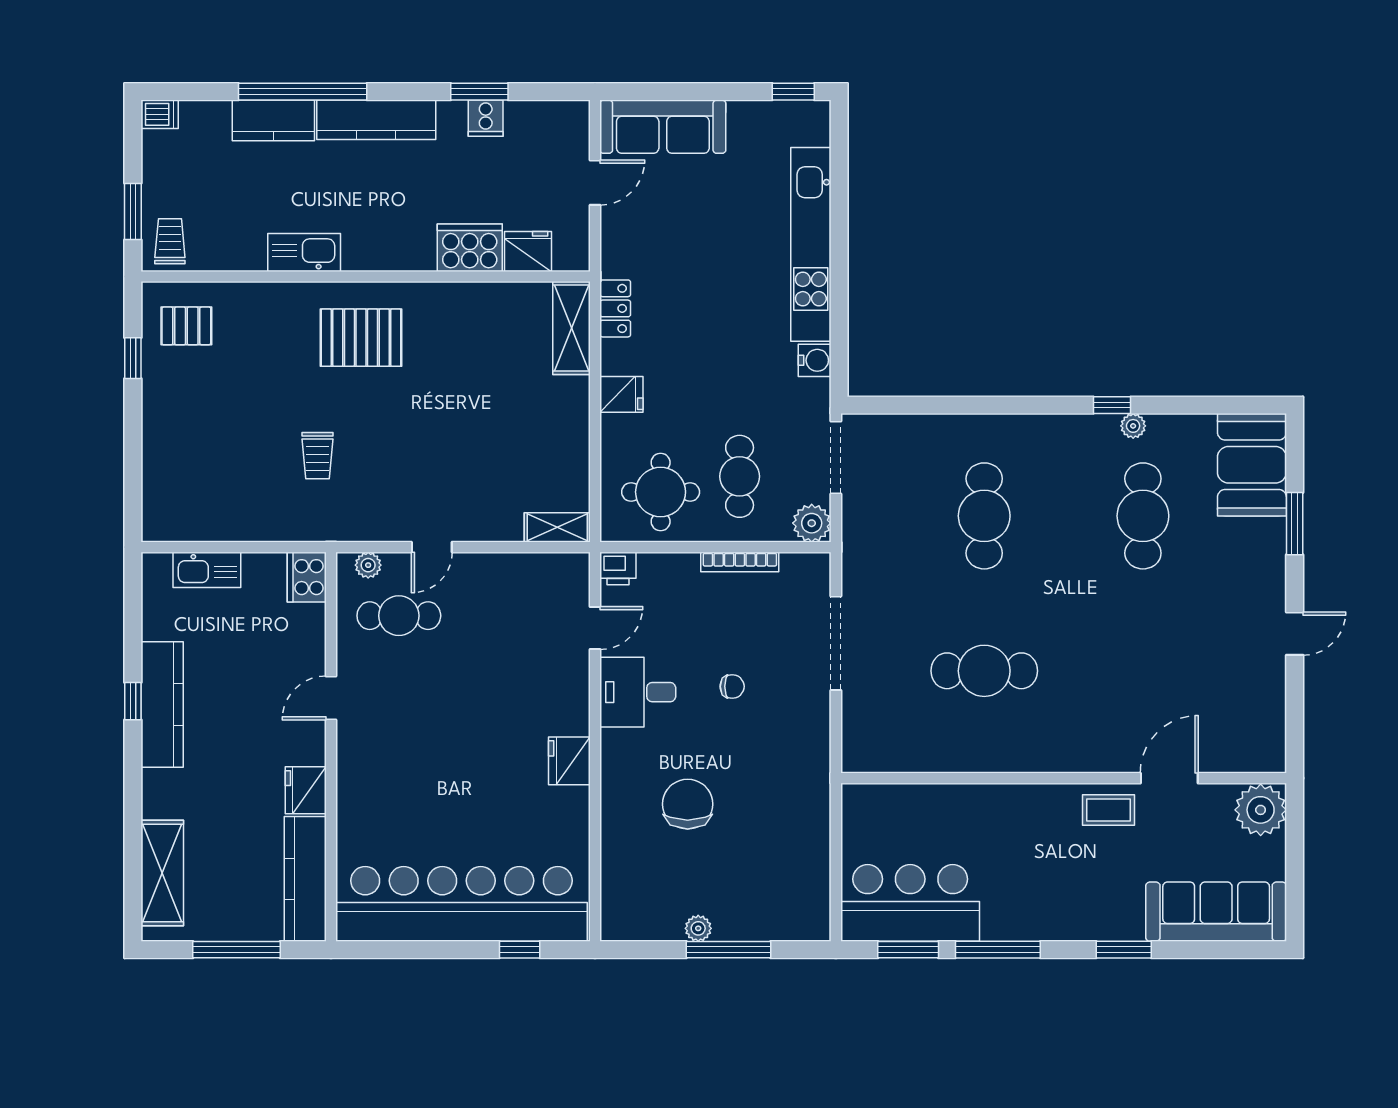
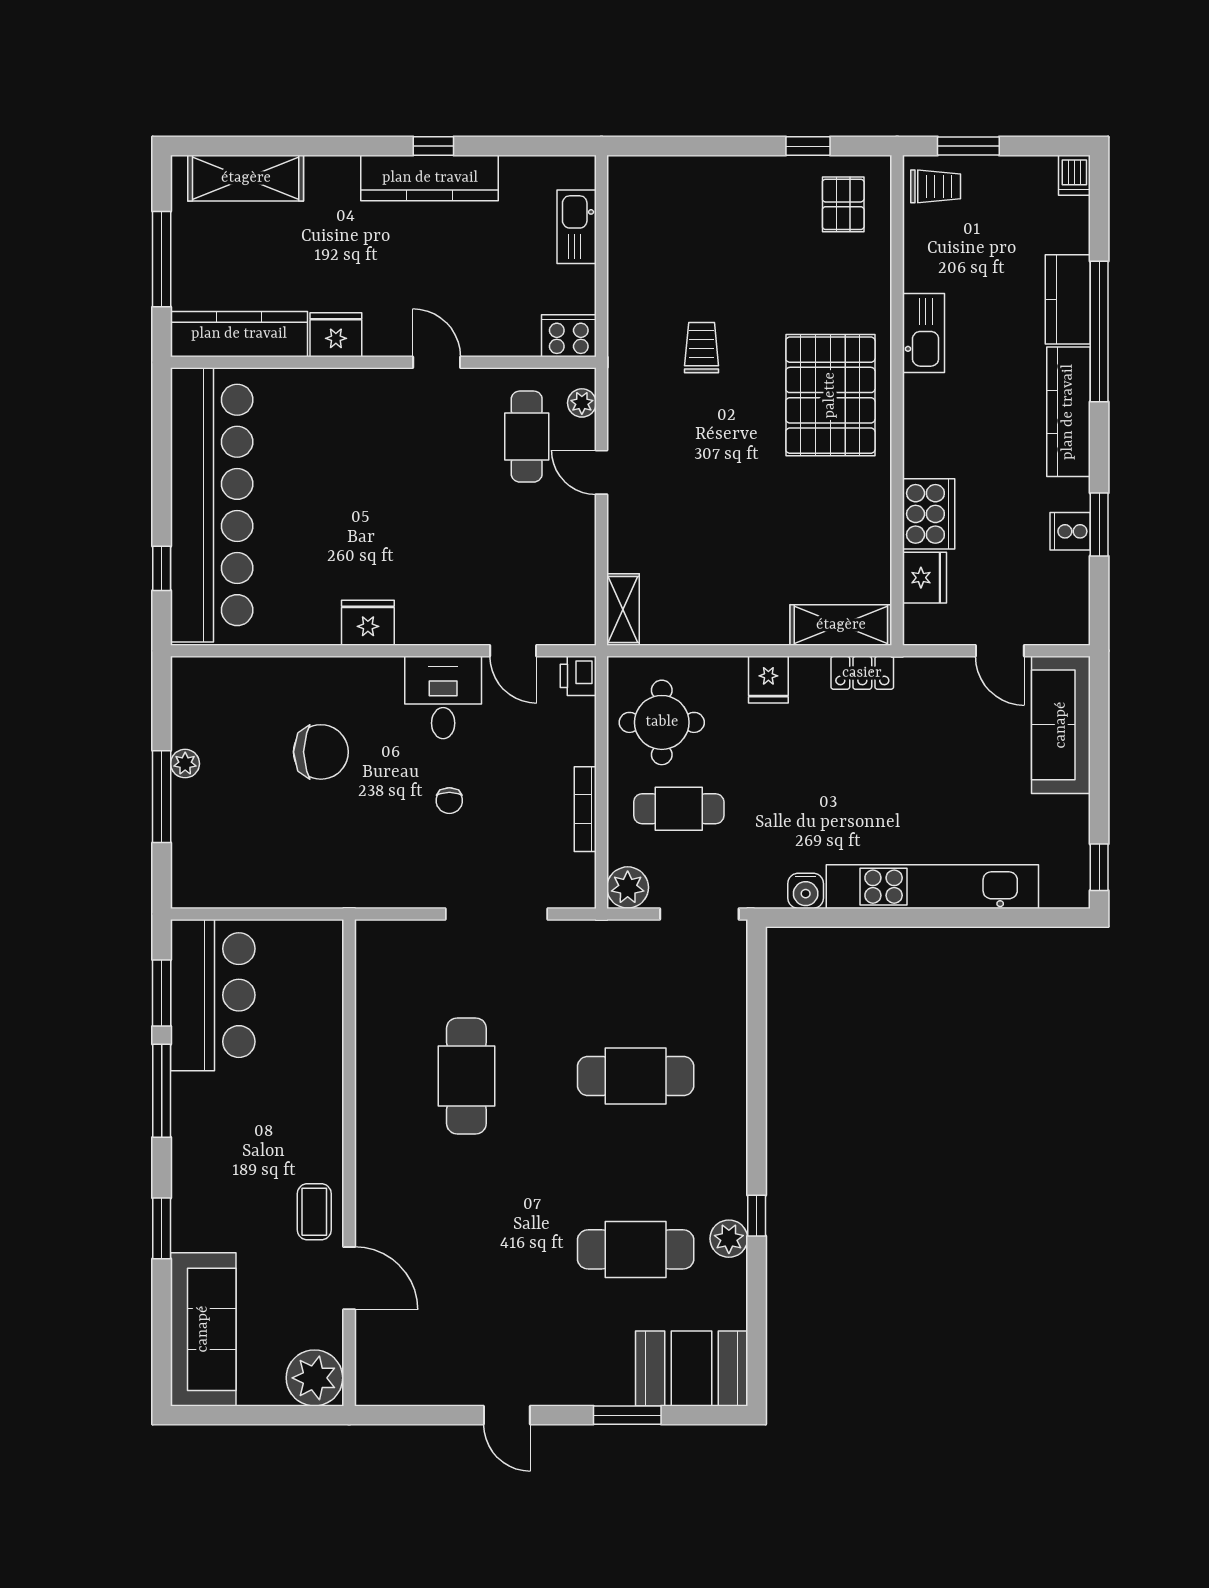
pallet: (361, 338) -> (830, 395), width x1.37, depth x1.41
plant: (1133, 426) -> (729, 1239), width x1.38, depth x1.38
trolley: (318, 456) -> (702, 348), turned 90

